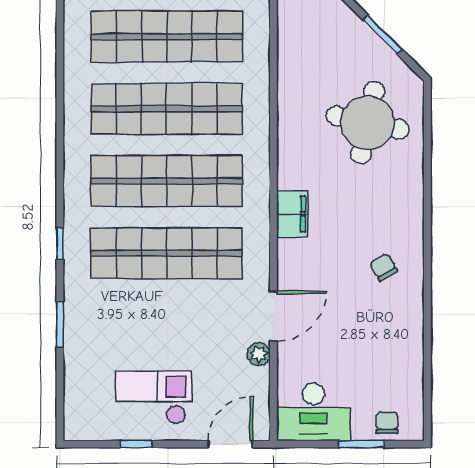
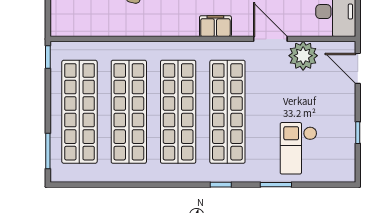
filing cabinet: (292, 214) -> (215, 26), moved
plant: (259, 354) -> (303, 56), width x1.88, depth x1.88
checkout: (154, 397) -> (298, 148), moved

